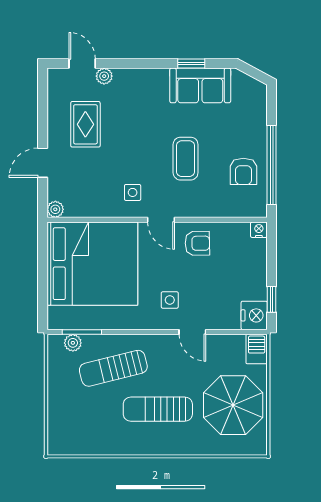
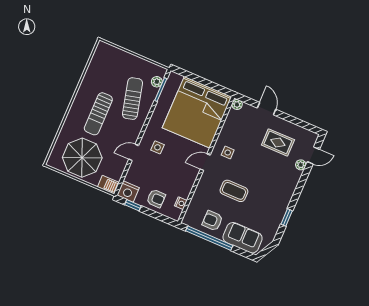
sofa: (200, 85) -> (243, 238), moved, turned 90
nightstand: (259, 230) -> (181, 203), moved
armchair: (197, 243) -> (156, 198), moved, turned -89
sun lounger: (158, 409) -> (98, 114), turned 180

